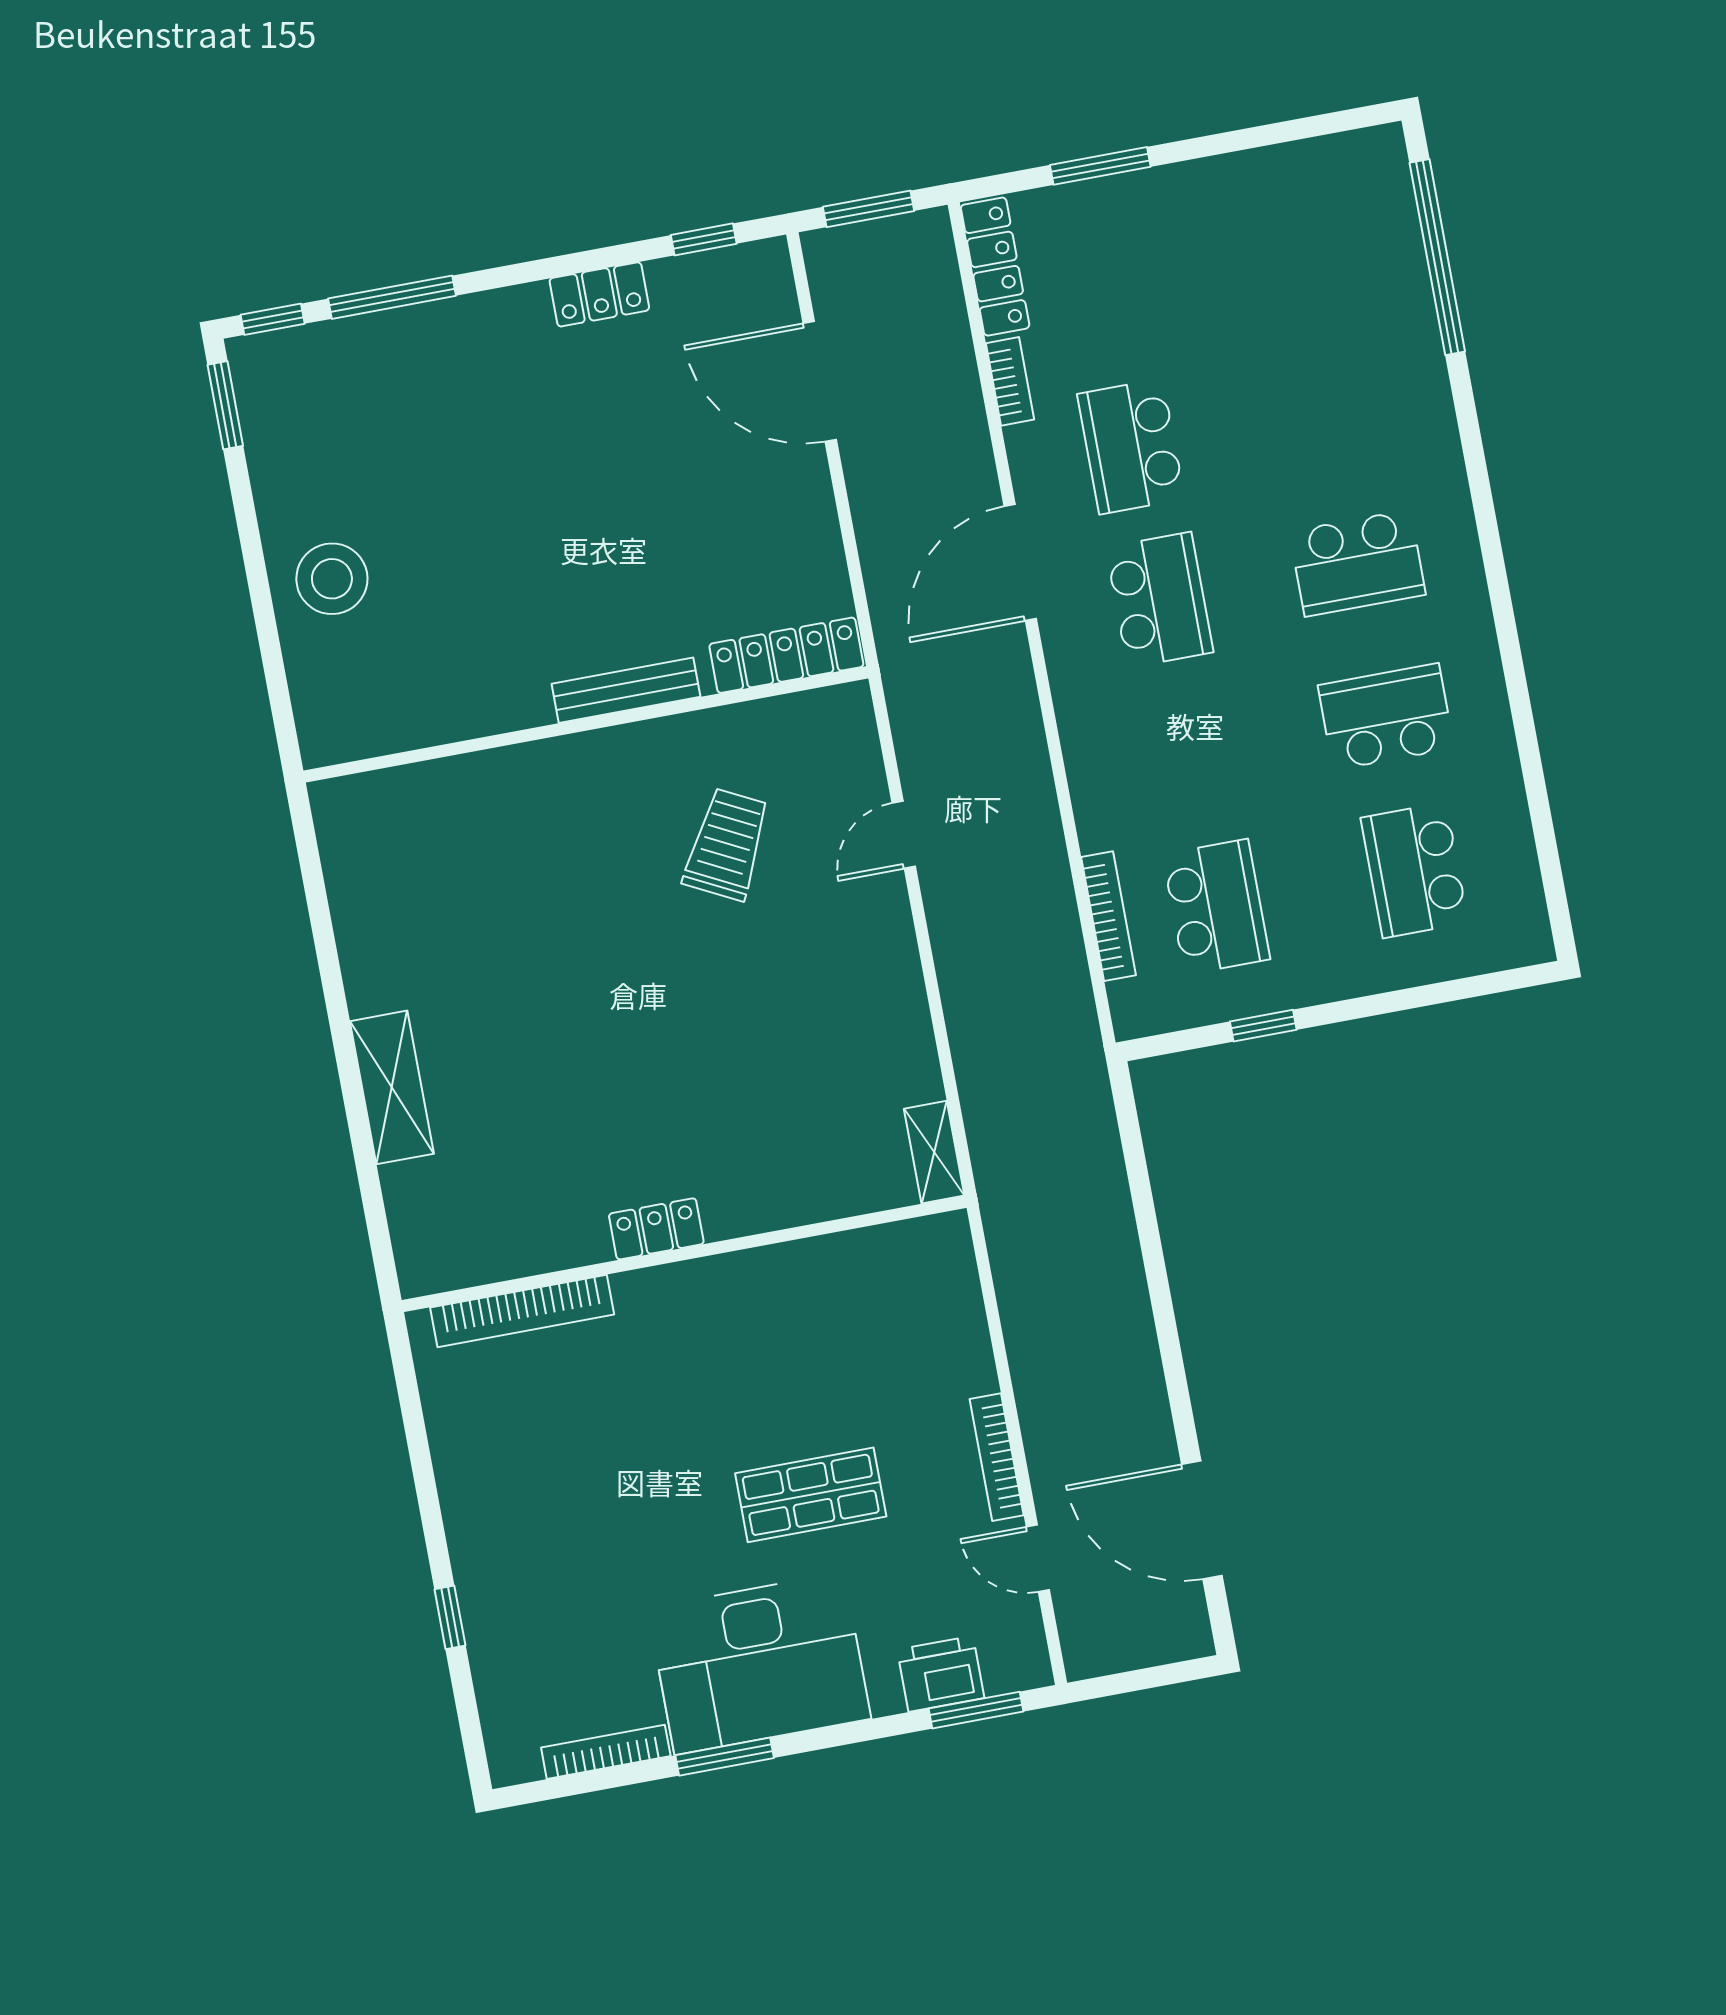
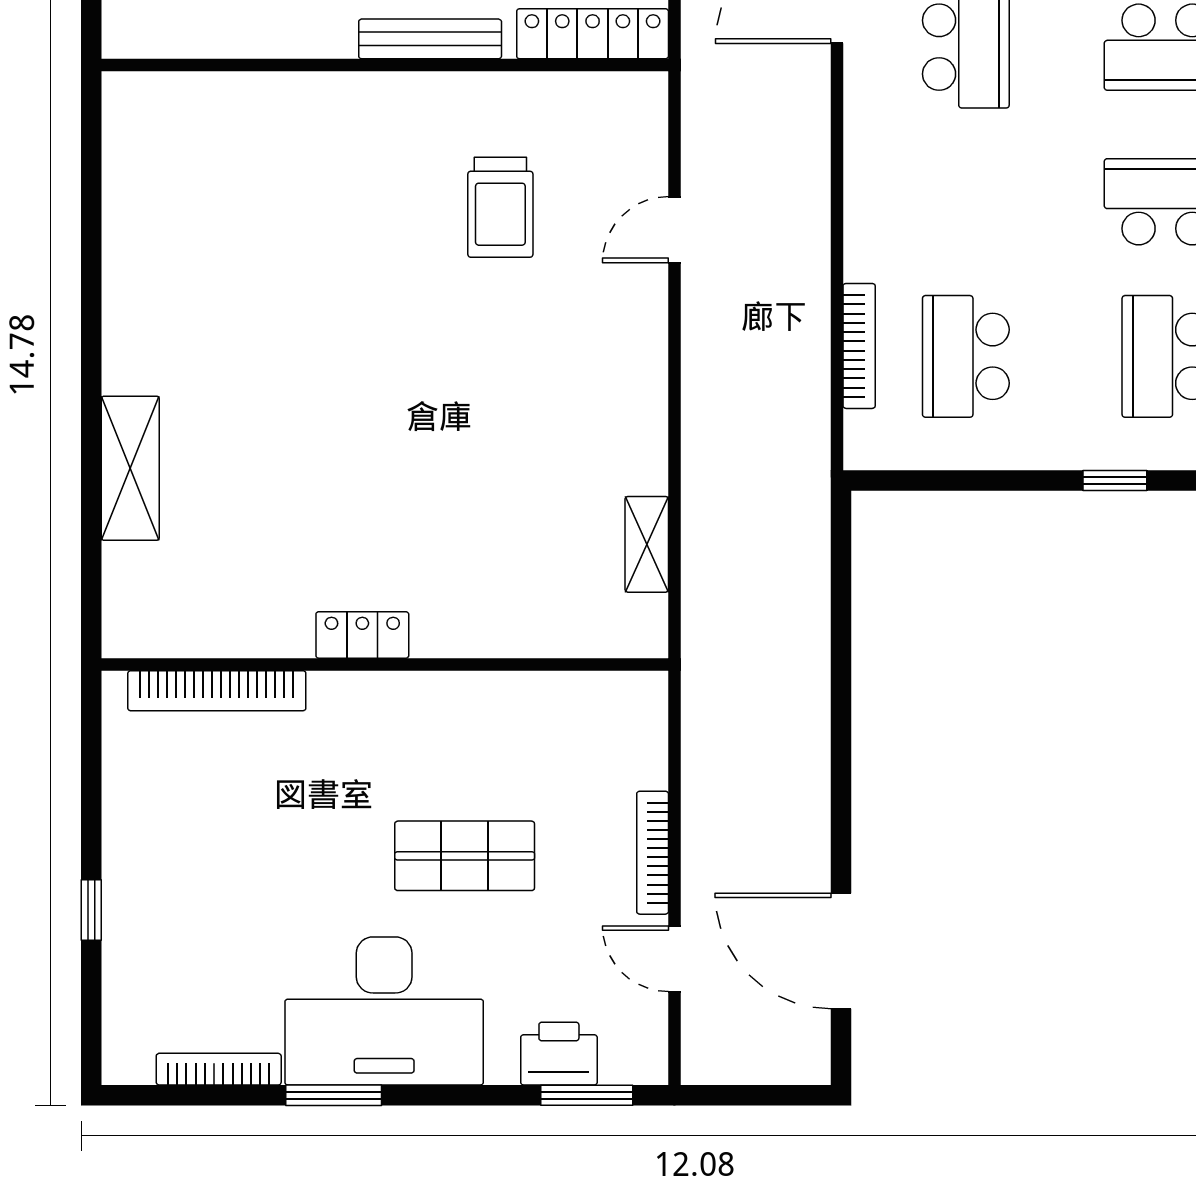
trolley: (727, 844) -> (500, 207), turned 153
school desk: (1216, 907) -> (966, 356), turned 180
window: (1263, 1026) -> (1115, 481), moved
shelving: (392, 1087) -> (130, 468), moved
locker: (656, 1229) -> (362, 635), moved
wall: (684, 1254) -> (385, 664), moved
bookcase: (522, 1311) -> (217, 691), moved

